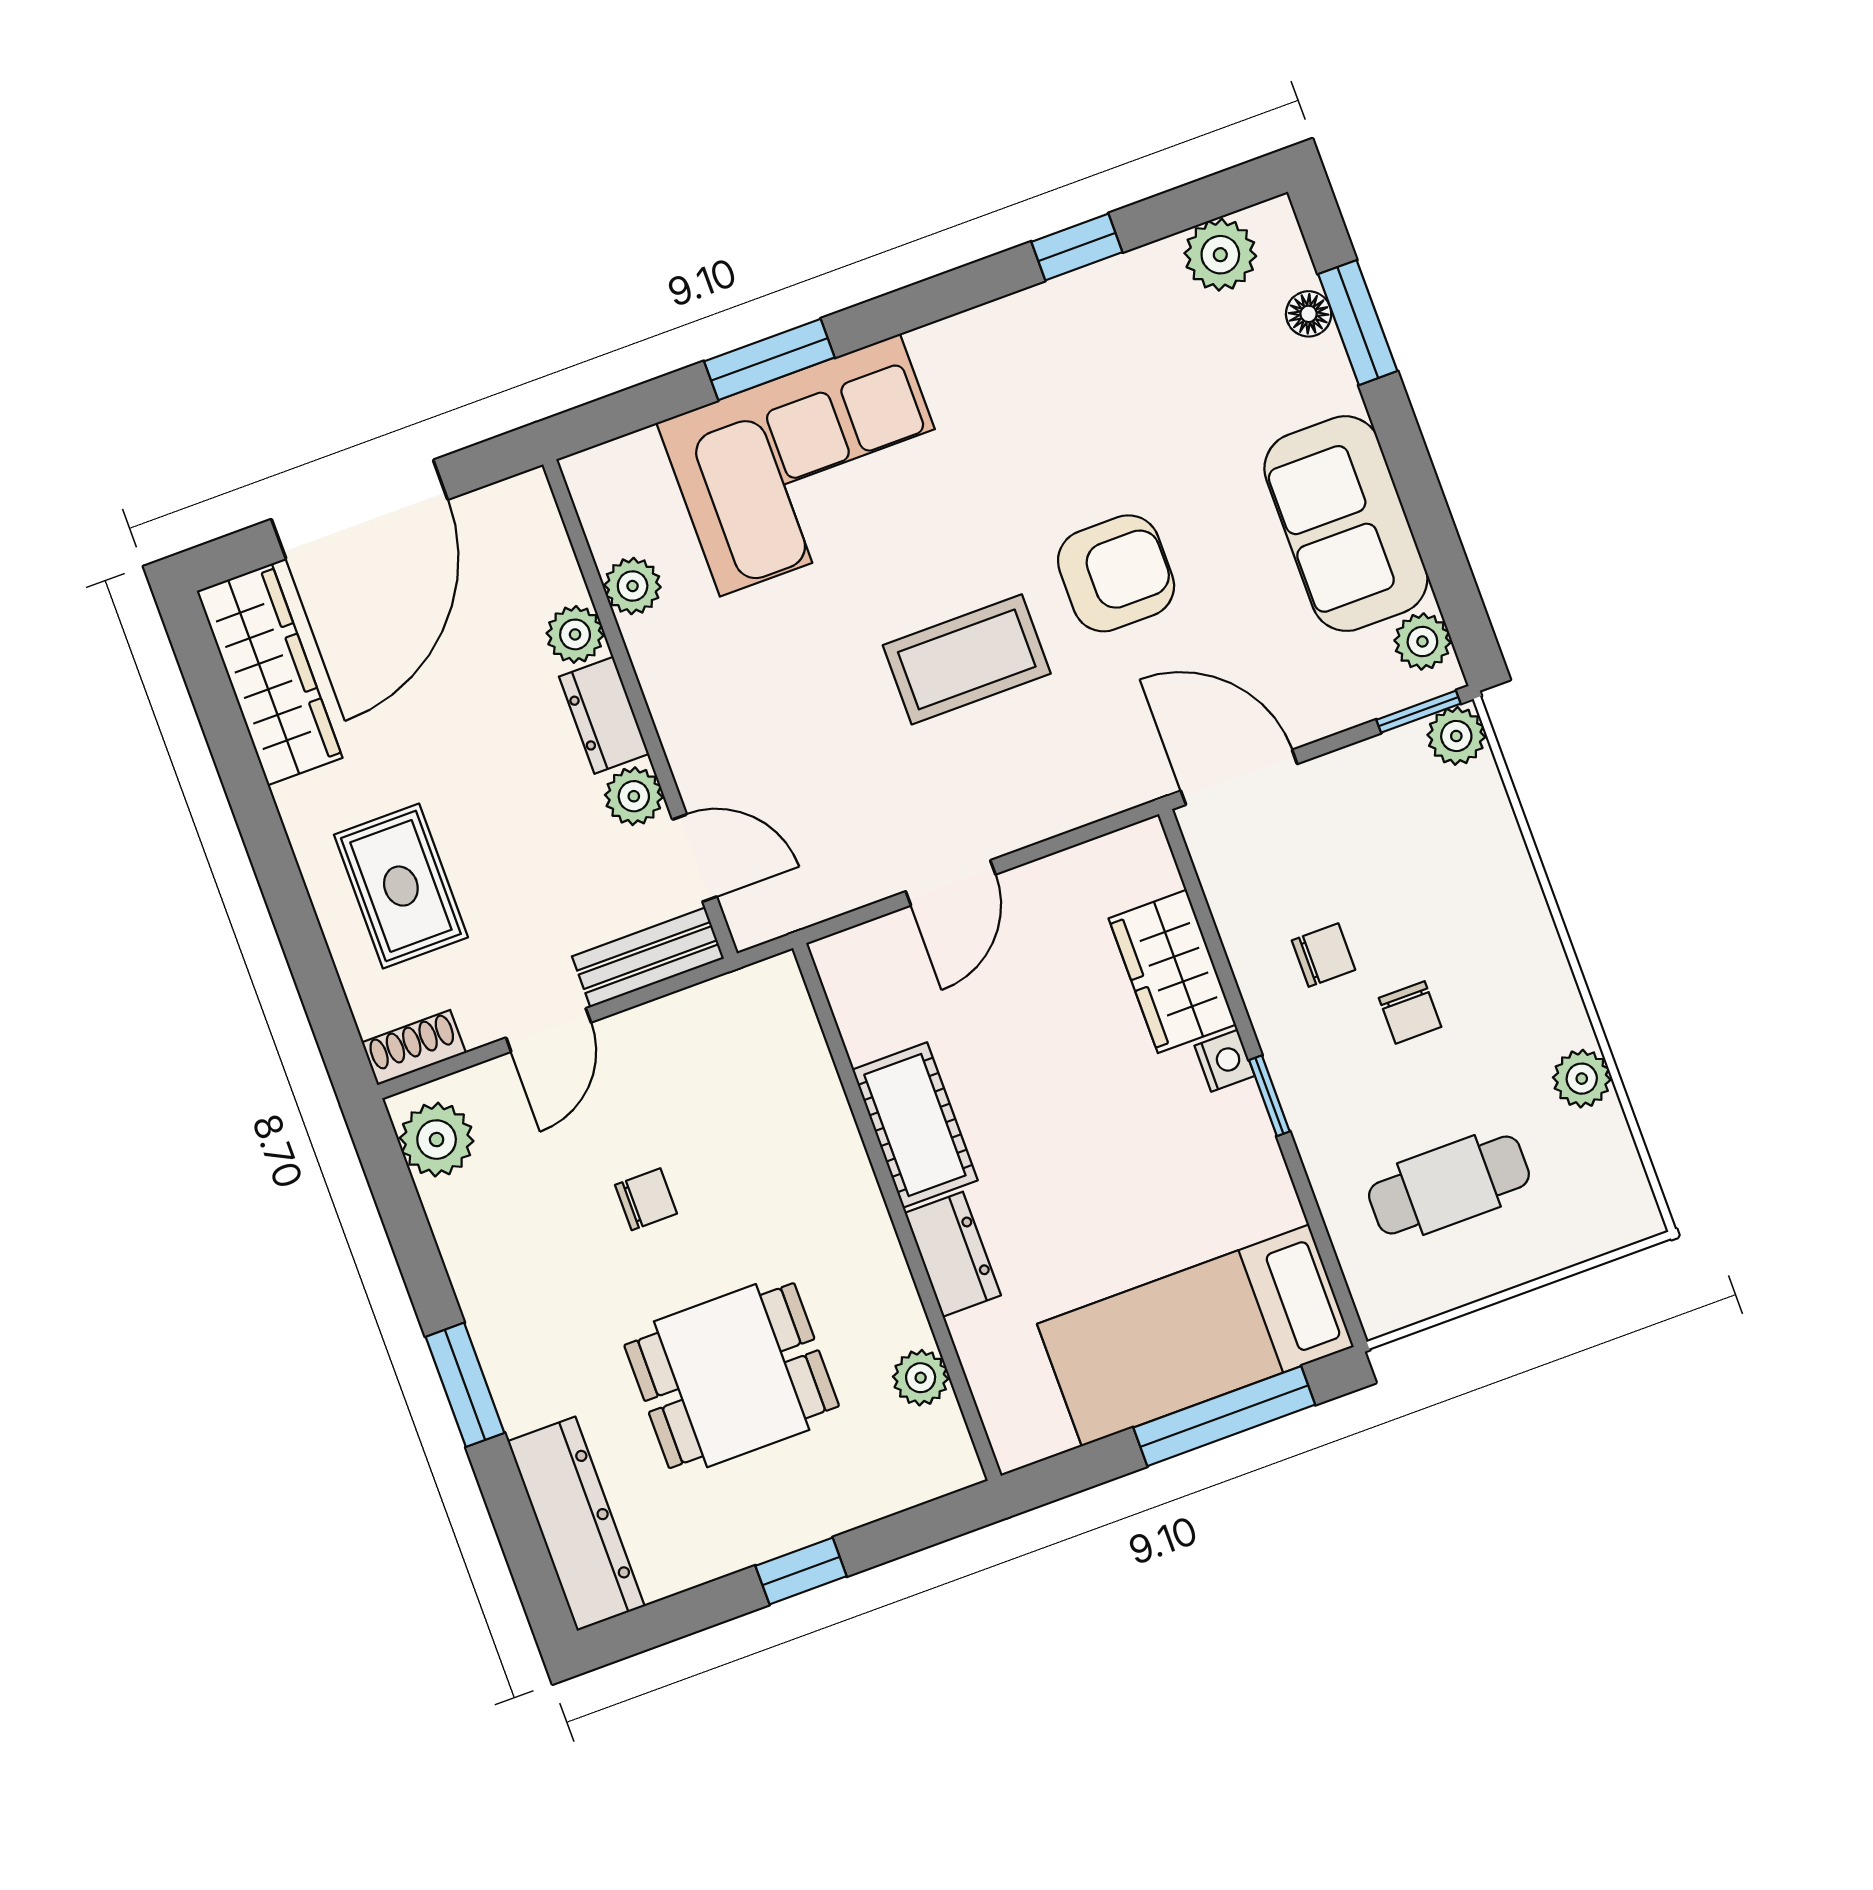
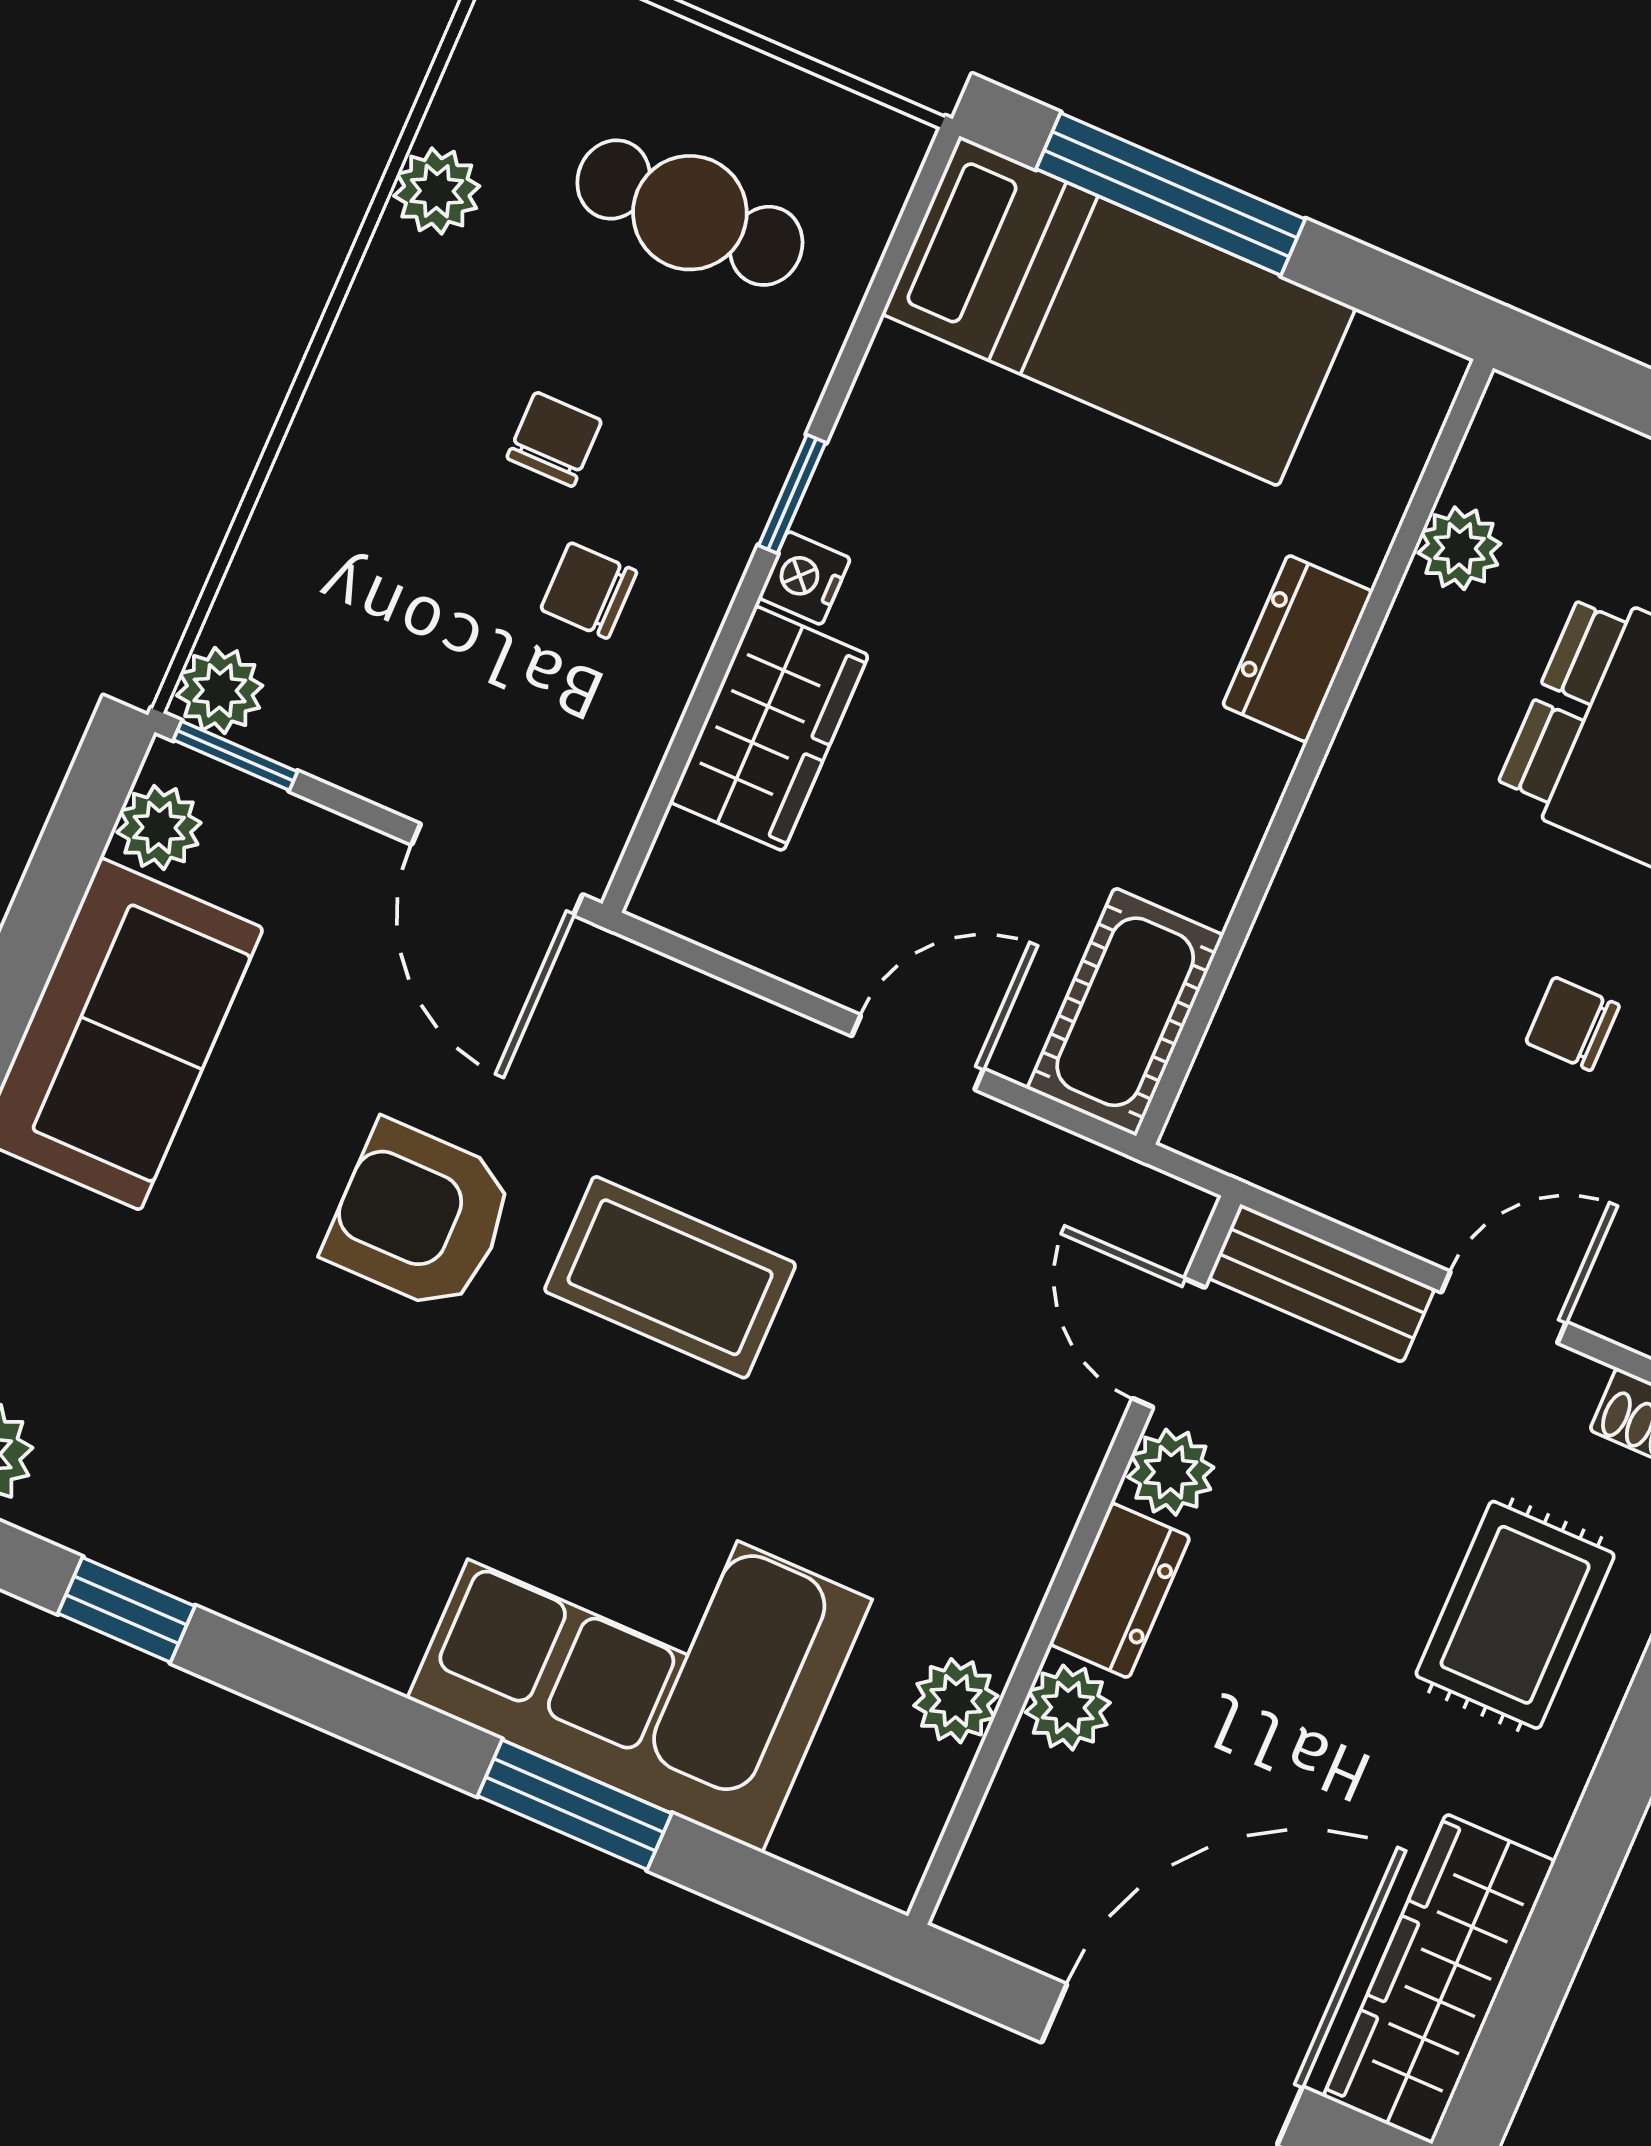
cot: (915, 1125) -> (1125, 1012), moved

